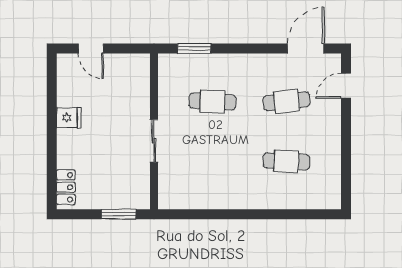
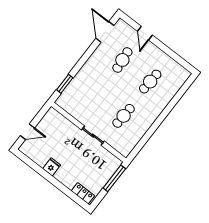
door: (346, 86) -> (145, 33), moved
cafe table: (212, 101) -> (124, 116), moved
window: (119, 214) -> (114, 178), width x1.44

